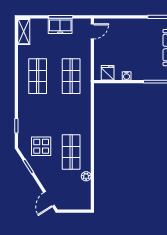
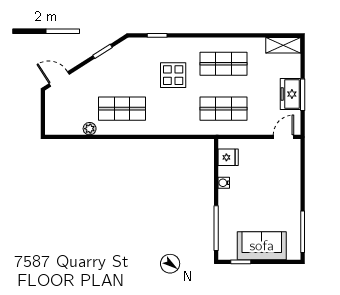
door: (92, 31) -> (284, 137), swing flipped
display table: (41, 146) -> (173, 75), moved

